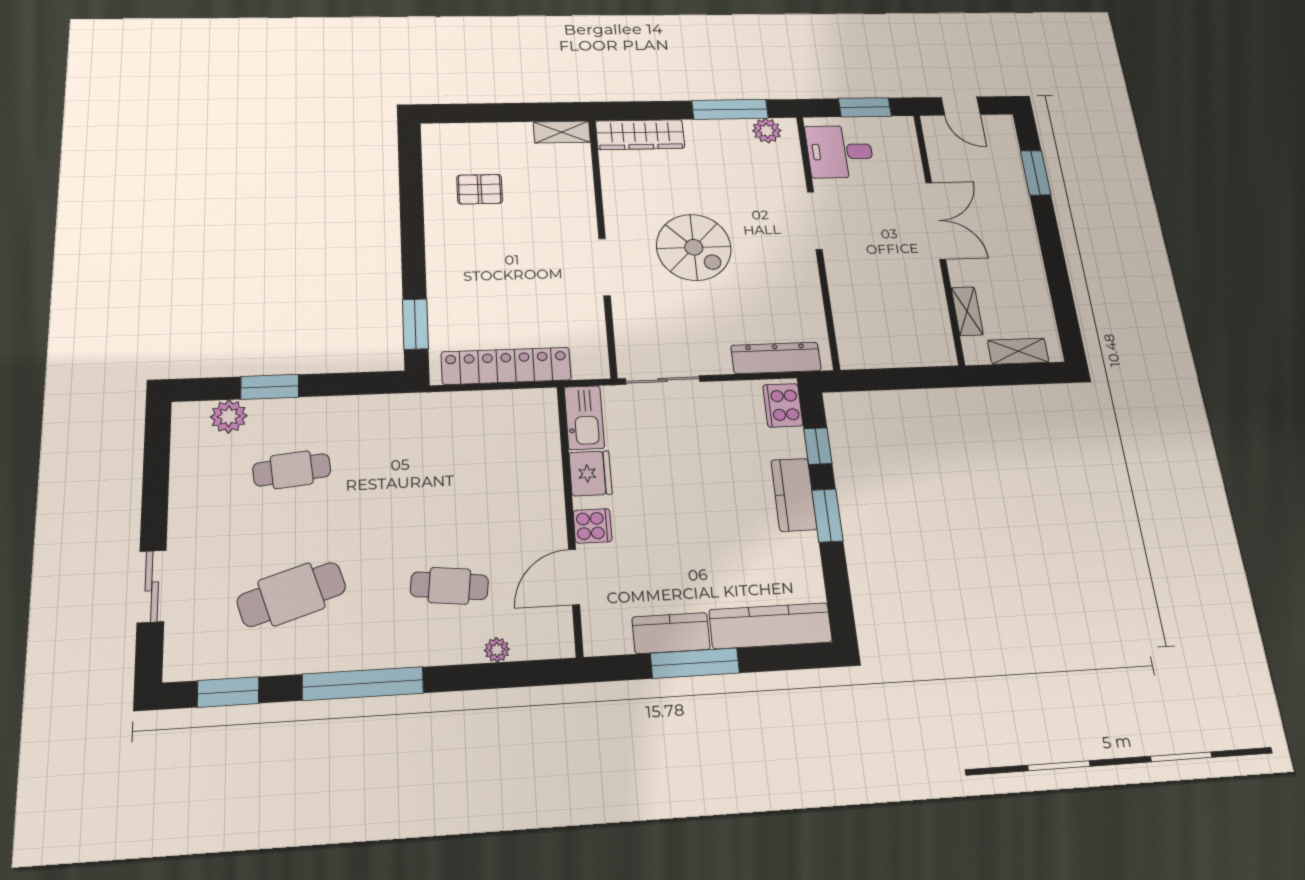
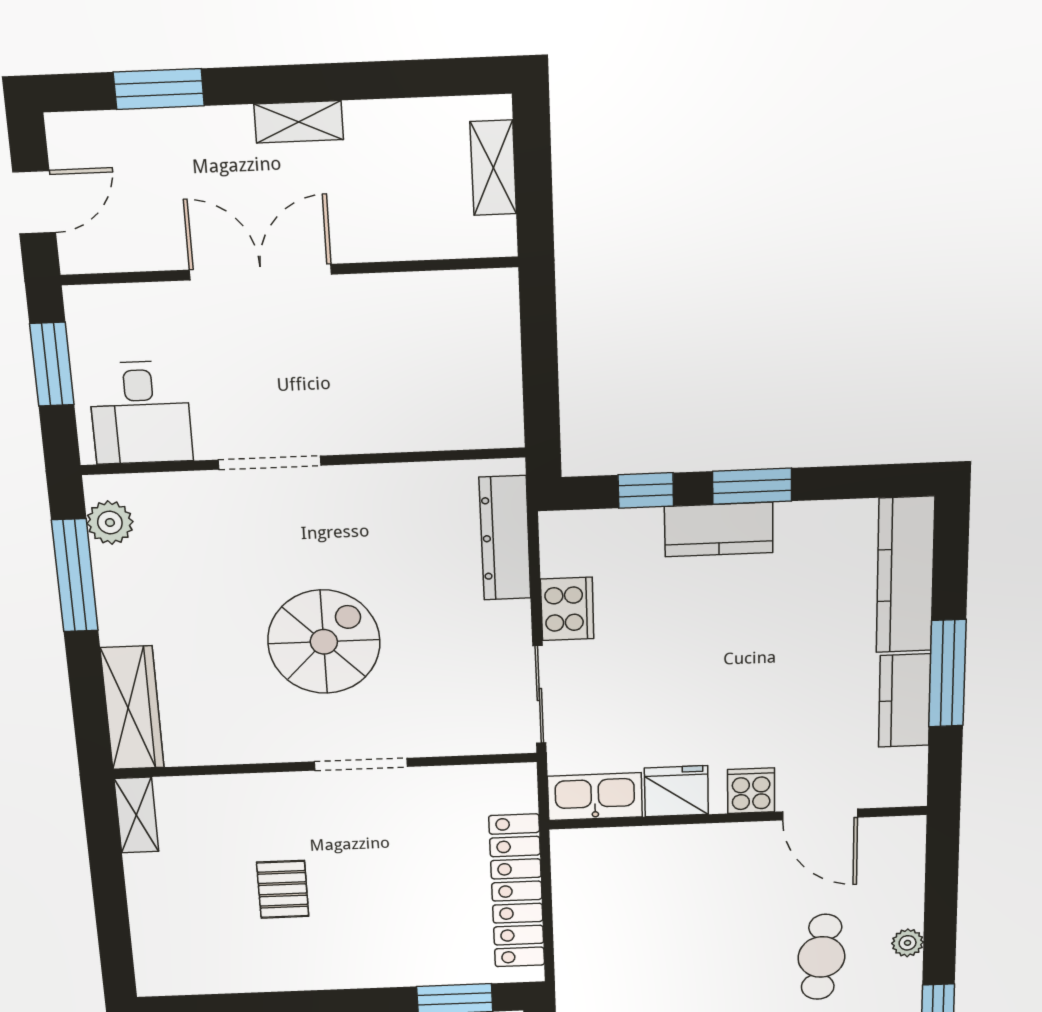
pallet: (480, 189) -> (283, 889), moved
shelving: (967, 311) -> (299, 122), moved
cooker: (783, 405) -> (567, 609), moved, turned -90
plant: (497, 650) -> (908, 943), moved

